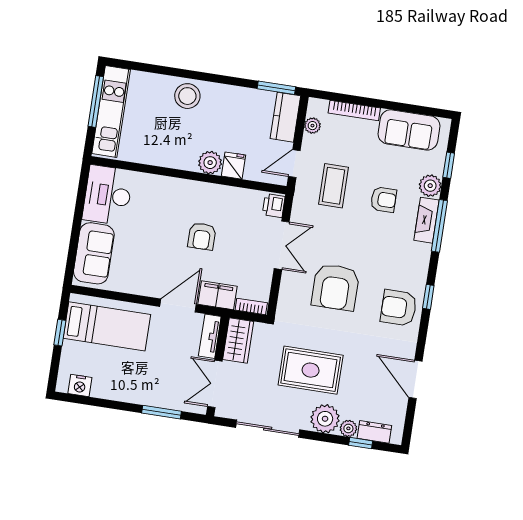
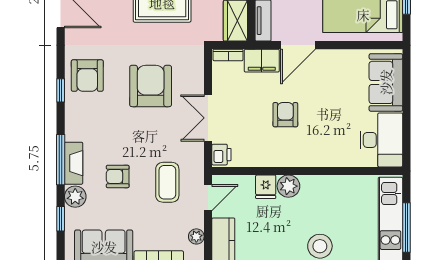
armchair: (399, 308) -> (87, 76), turned 90

